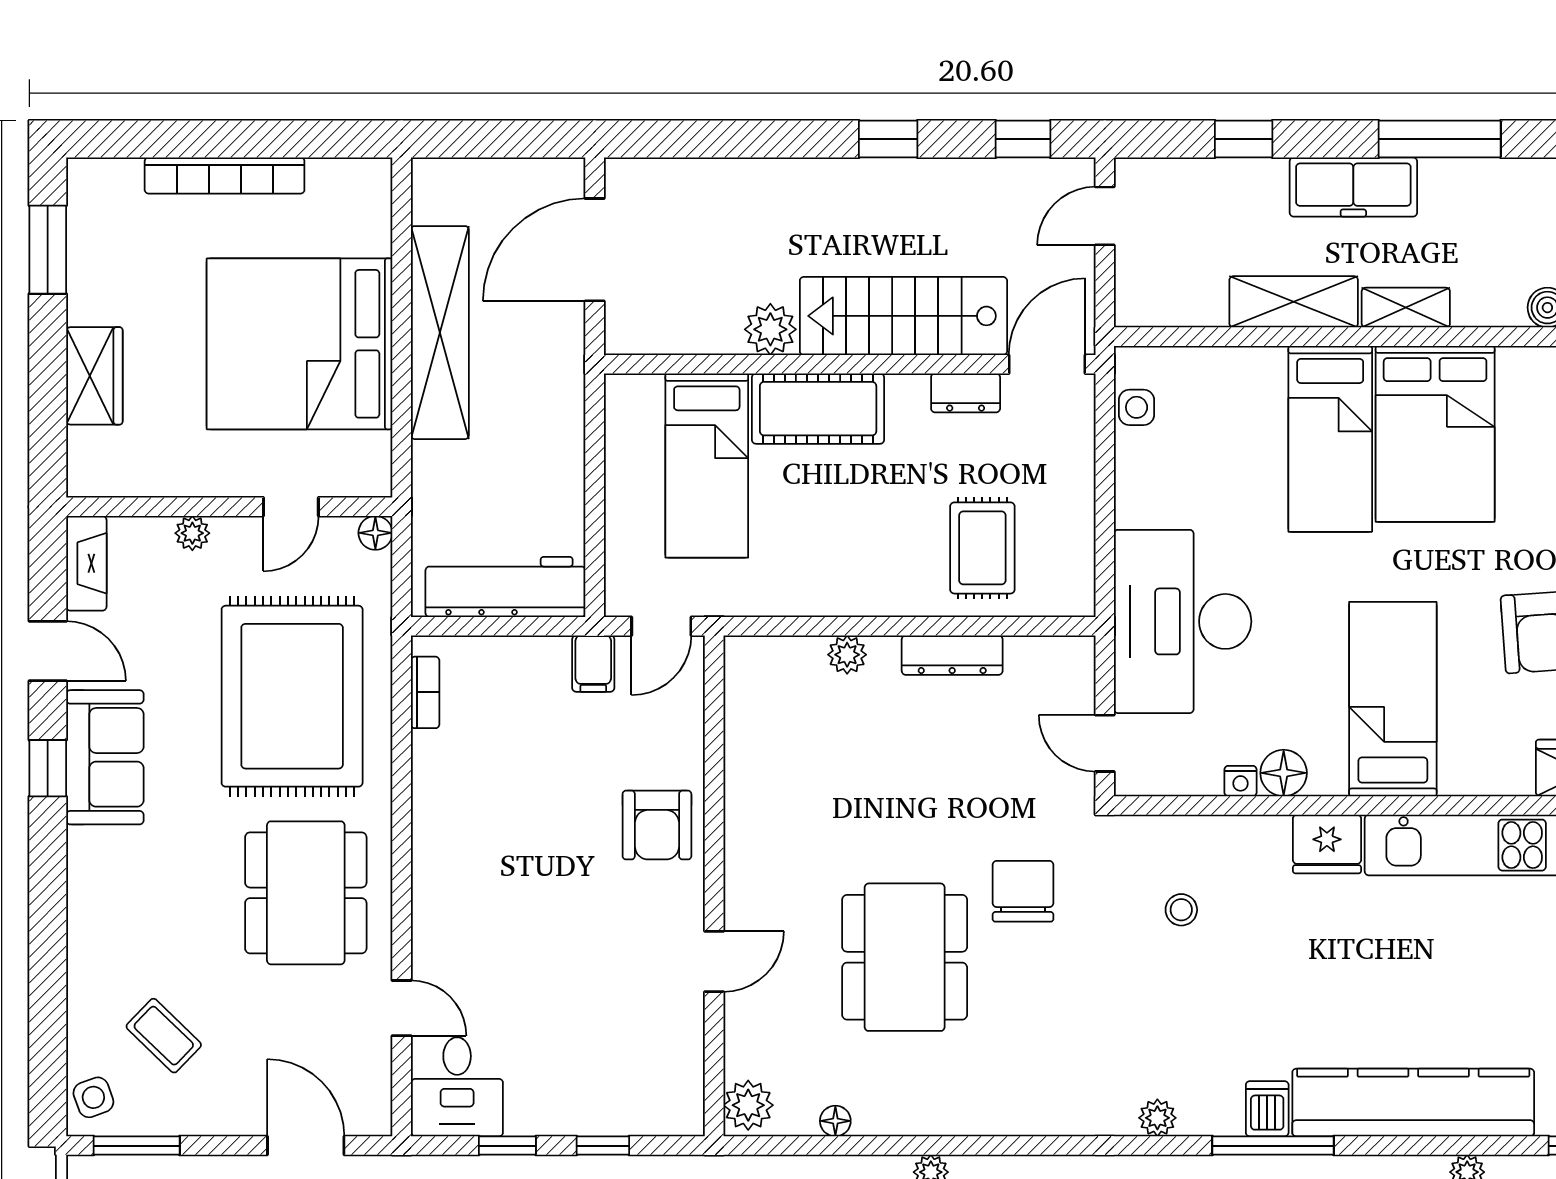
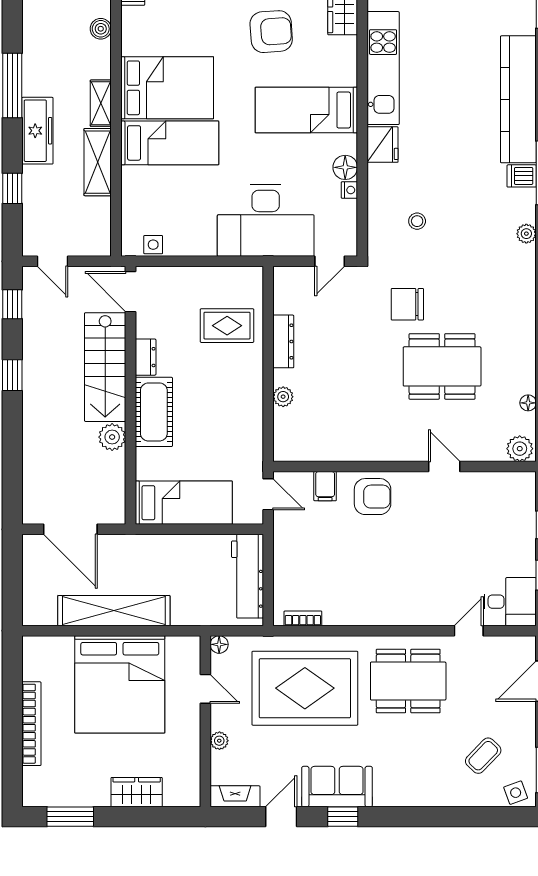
dresser: (966, 393) -> (146, 357), moved
bed: (707, 466) -> (184, 503), moved
filing cabinet: (593, 664) -> (325, 486), moved, turned 90

